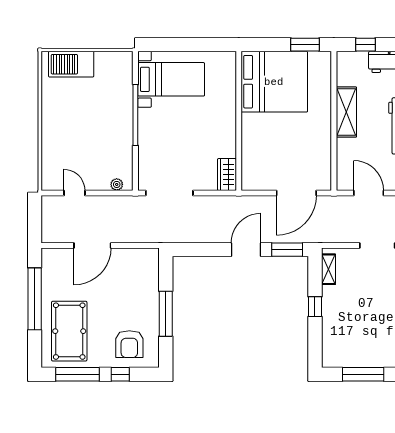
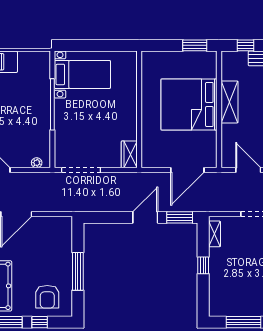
bed: (274, 82) -> (189, 104), moved, turned 180

